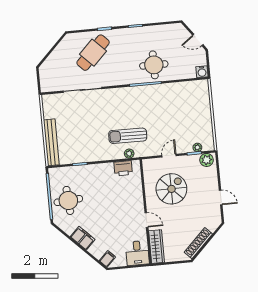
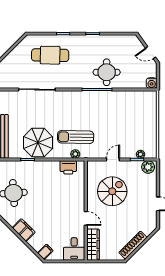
cafe table: (93, 53) -> (50, 55), turned 46
parasol: (89, 145) -> (38, 143), added

